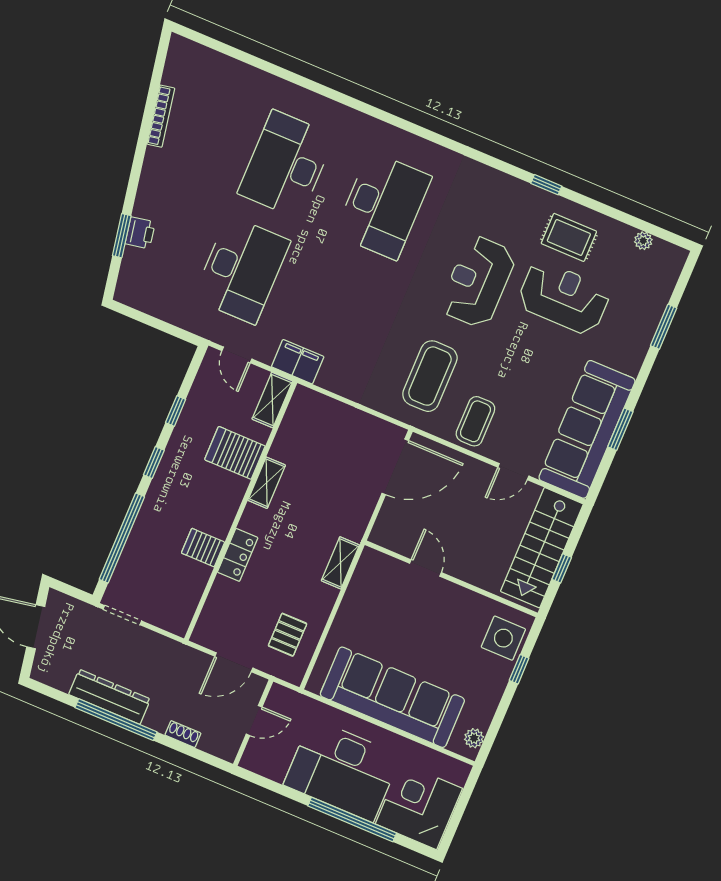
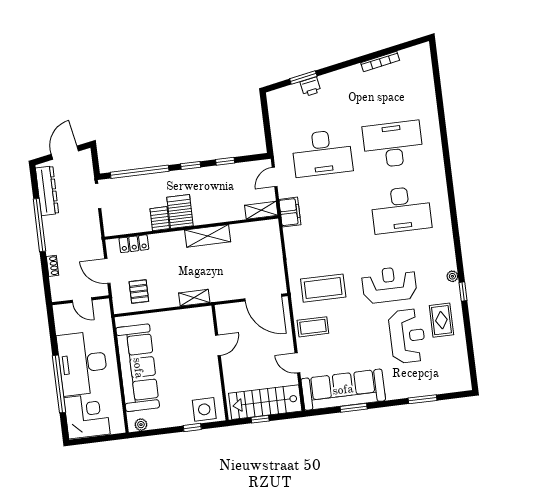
plant: (643, 241) -> (452, 276), moved
server rack: (235, 453) -> (180, 211), moved
shelving: (267, 483) -> (208, 236), width x1.50, depth x1.33
locker: (238, 555) -> (134, 244), moved
pallet: (288, 635) -> (139, 291), turned 90
dresser: (110, 697) -> (47, 191), moved

